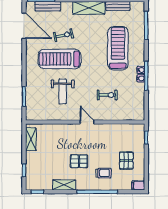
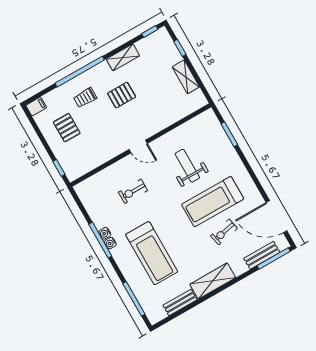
treadmill: (60, 59) -> (213, 202), turned 180
shelving: (31, 139) -> (186, 77), moved

